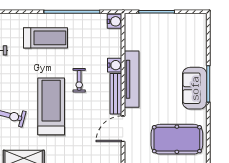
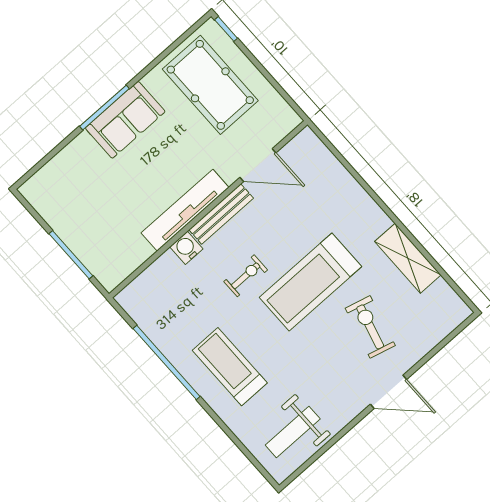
water cooler: (114, 21) -> (131, 297), removed

